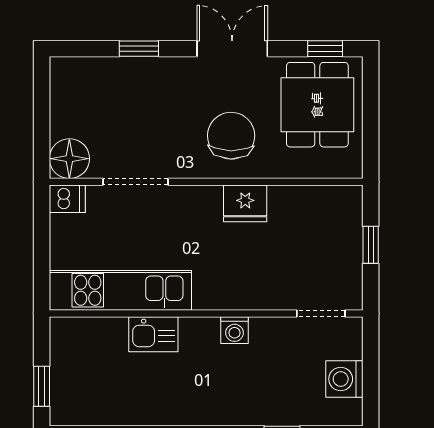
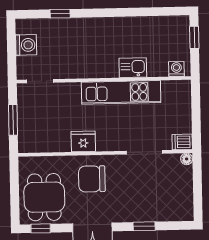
chair: (231, 136) -> (92, 179), turned 89
floor lamp: (69, 159) -> (187, 159), width x0.53, depth x0.53
window: (371, 245) -> (13, 120), width x1.50
kitchen unit: (120, 290) -> (121, 92), moved
washing machine: (235, 330) -> (176, 69), moved

